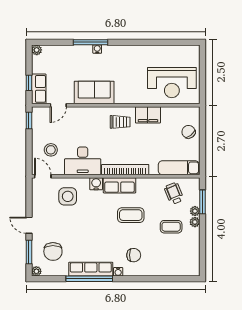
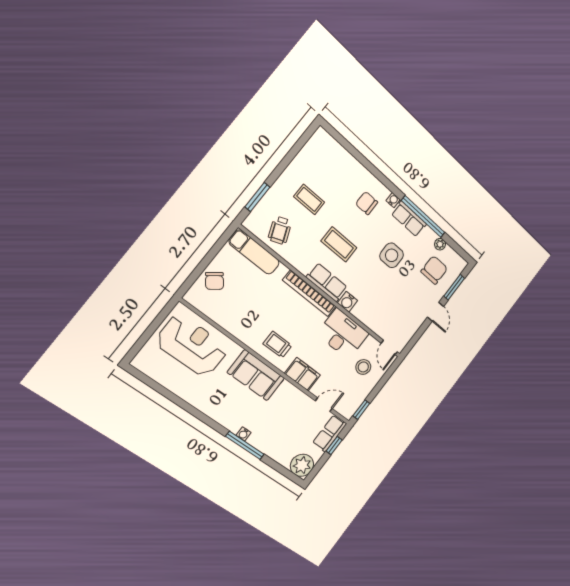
plant: (37, 50) -> (302, 465), width x1.87, depth x1.87
sofa: (94, 92) -> (256, 375), moved
filing cabinet: (148, 115) -> (302, 374), moved
side table: (68, 196) -> (392, 255), moved
plant: (195, 211) -> (273, 194), removed
plant: (195, 222) -> (282, 183), removed
row of seats: (91, 269) -> (409, 219), width x0.68
plant: (36, 271) -> (440, 244), moved

